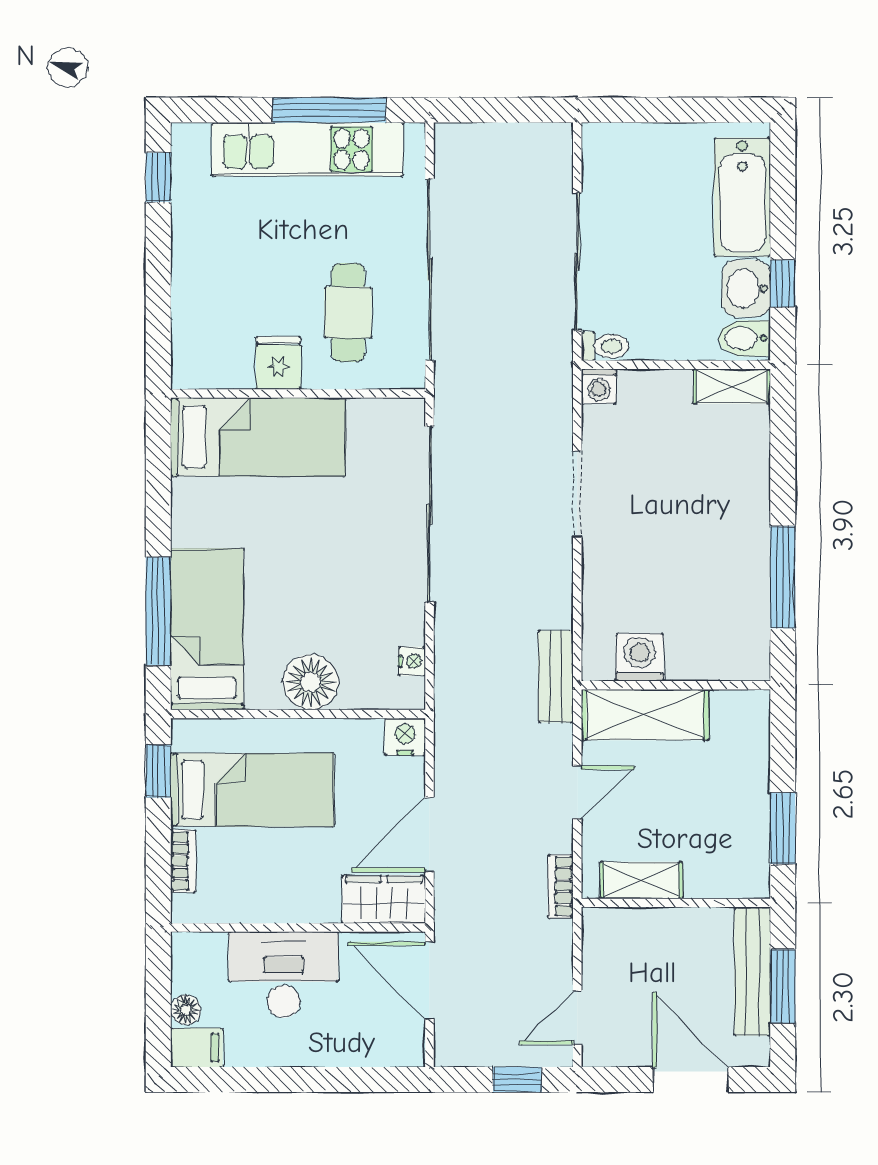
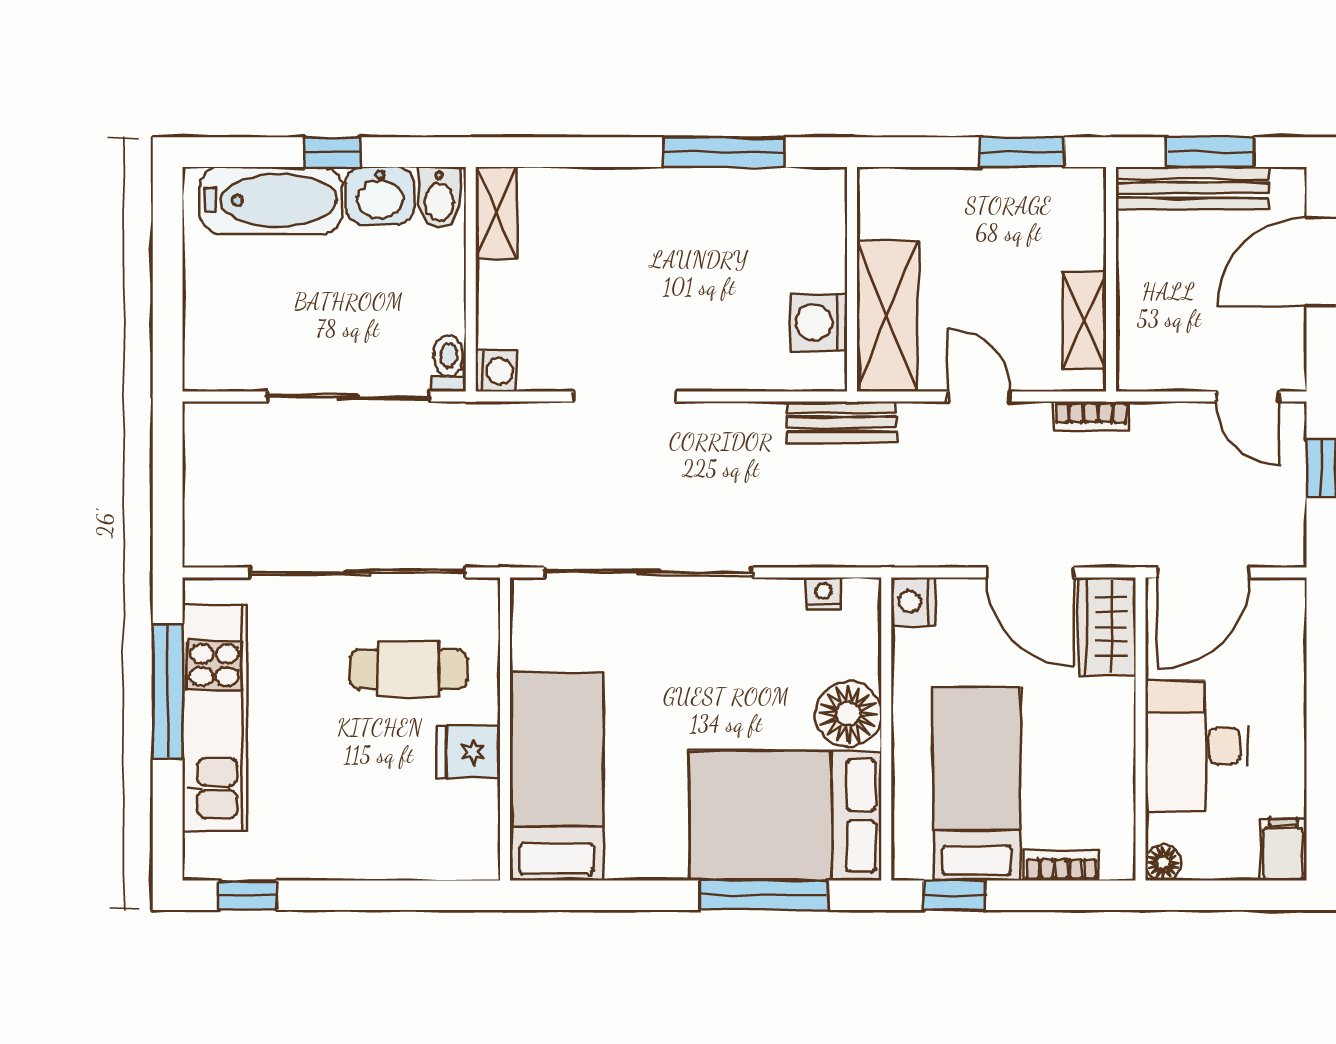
window: (783, 284) -> (332, 152), moved
bed: (207, 629) -> (785, 816), width x1.50
floor lamp: (186, 1010) -> (1163, 863), moved

